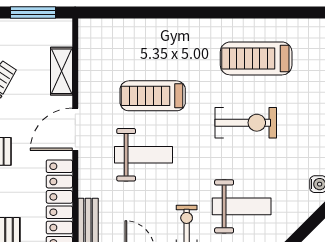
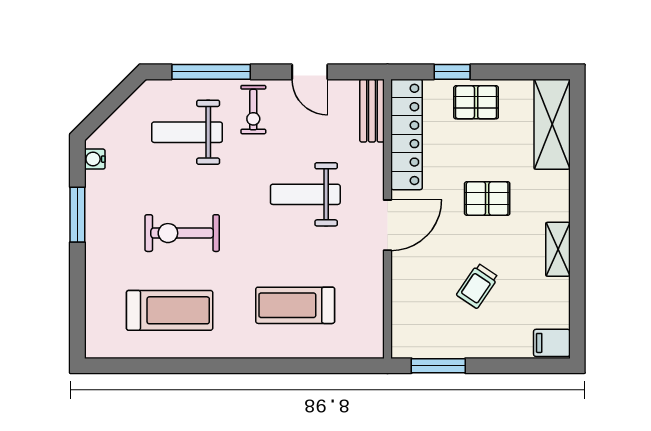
shelving: (62, 71) -> (404, 295), removed
treadmill: (153, 96) -> (295, 305), moved, turned 180

